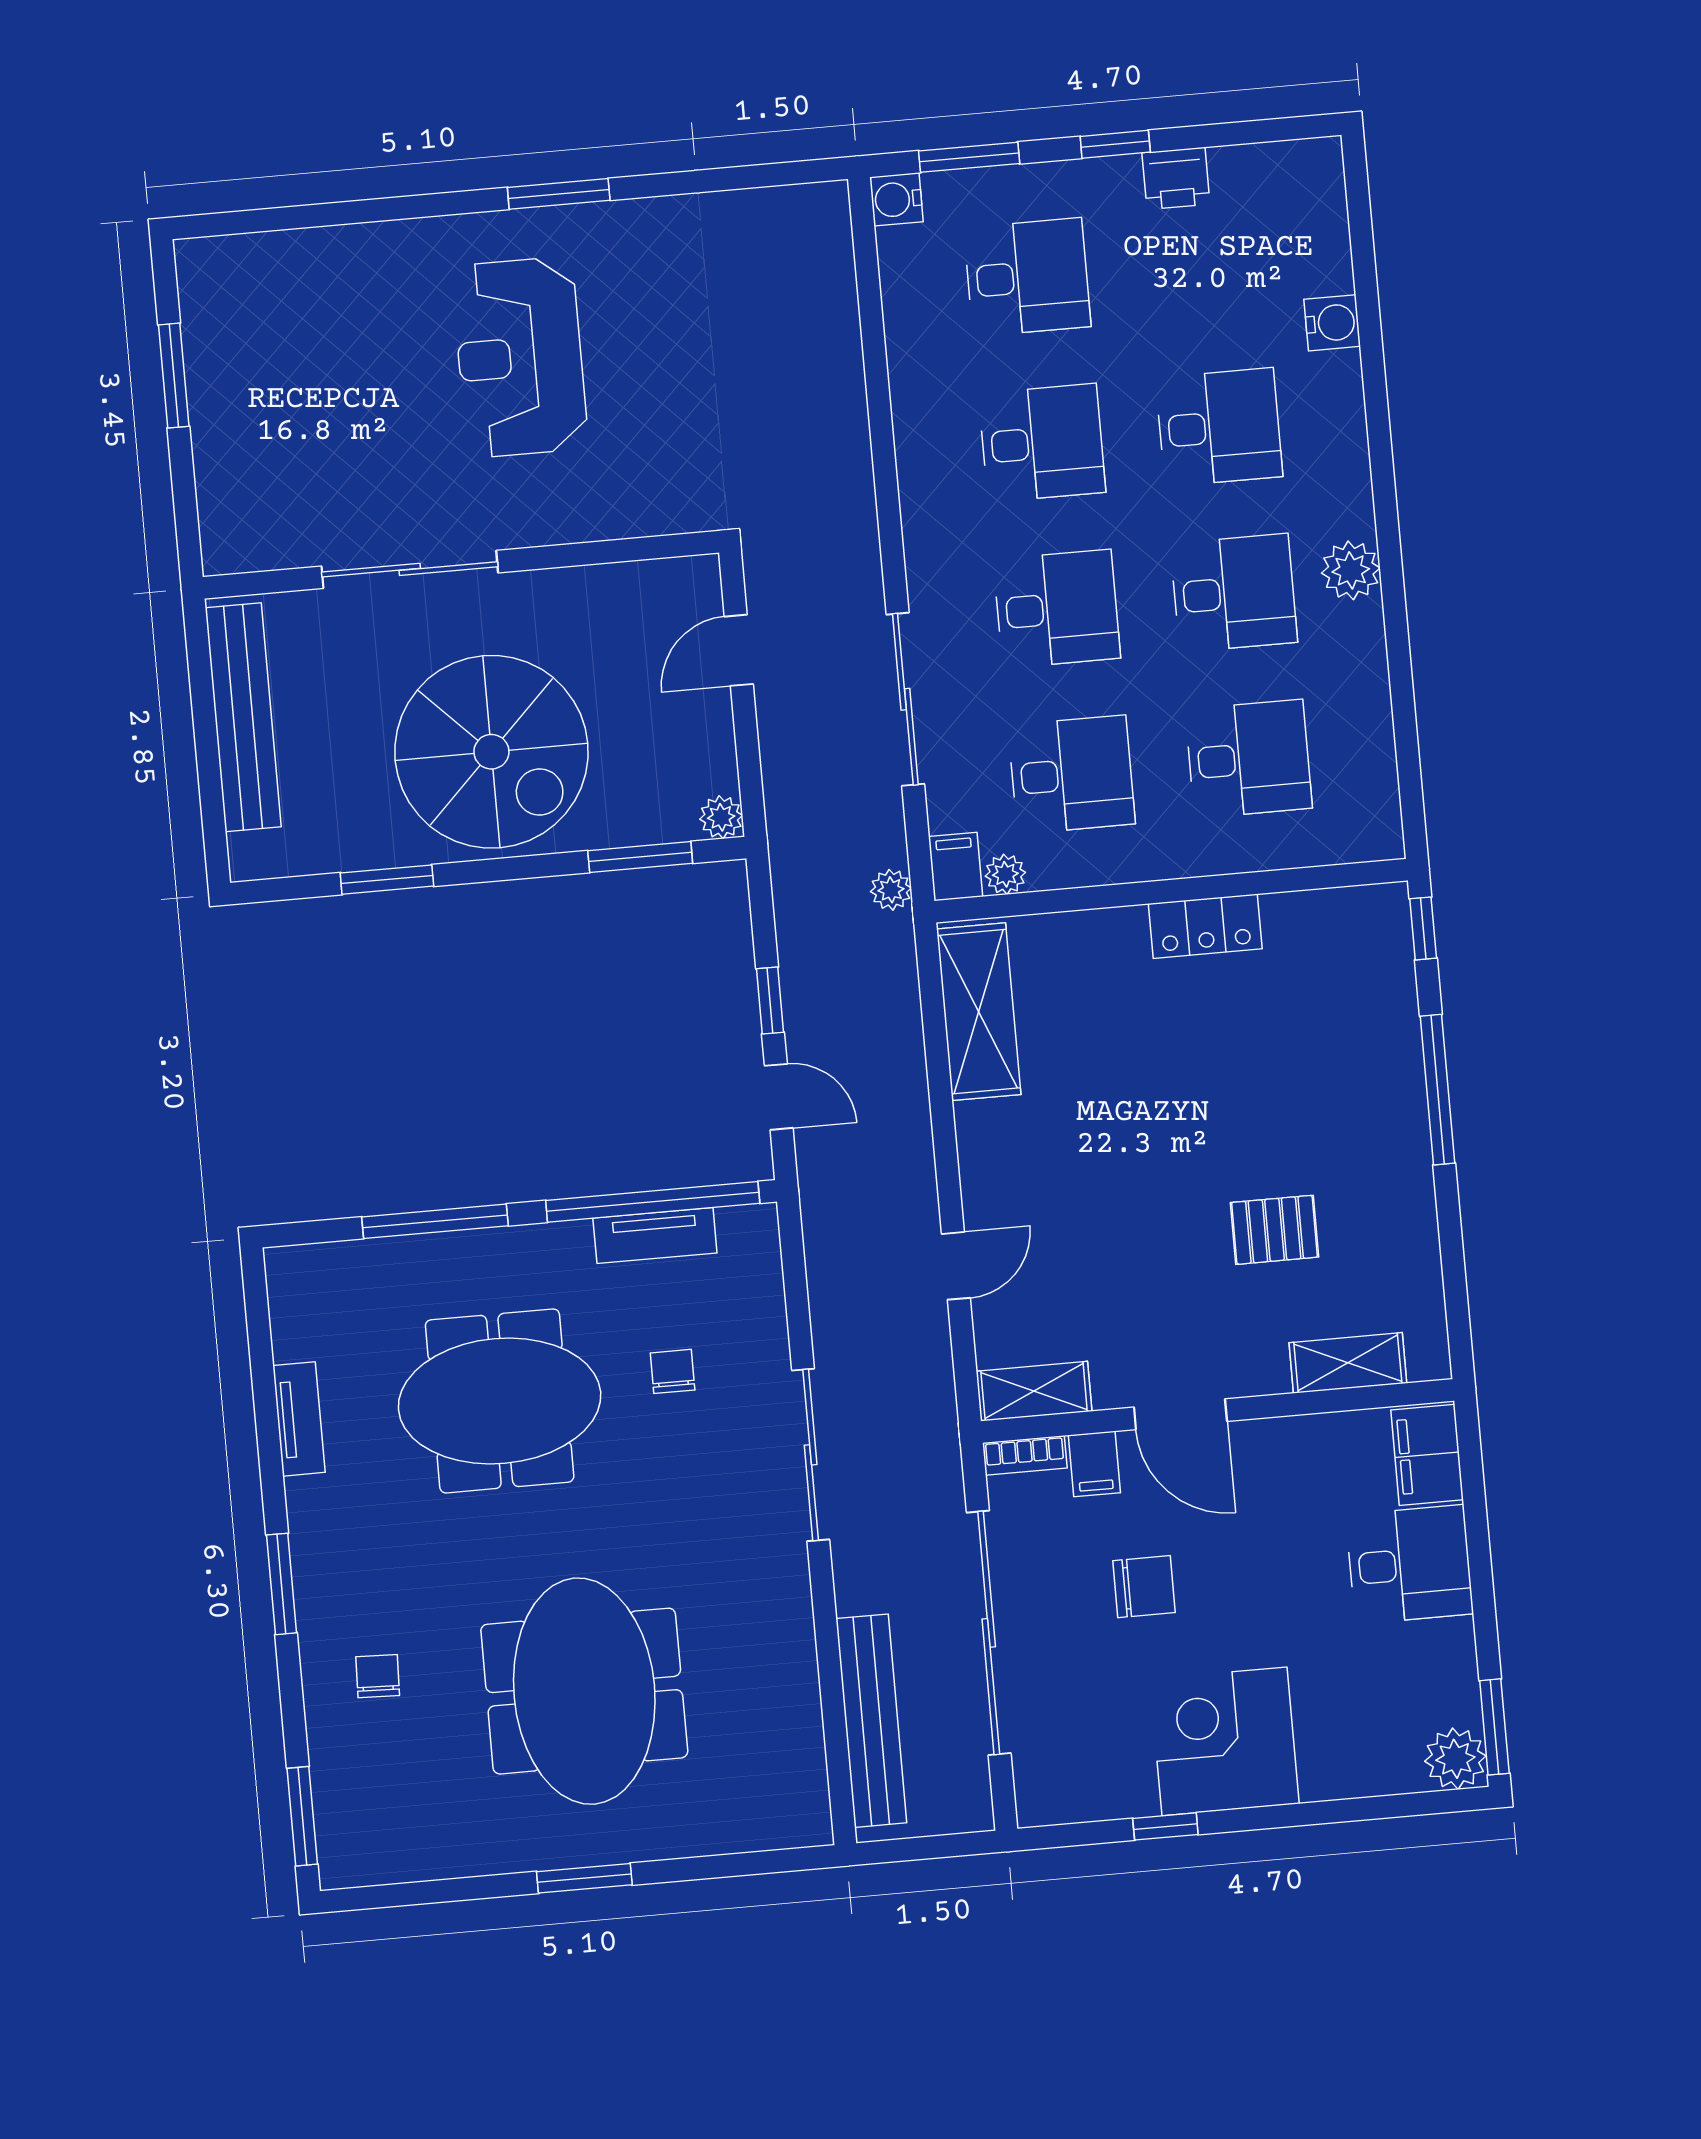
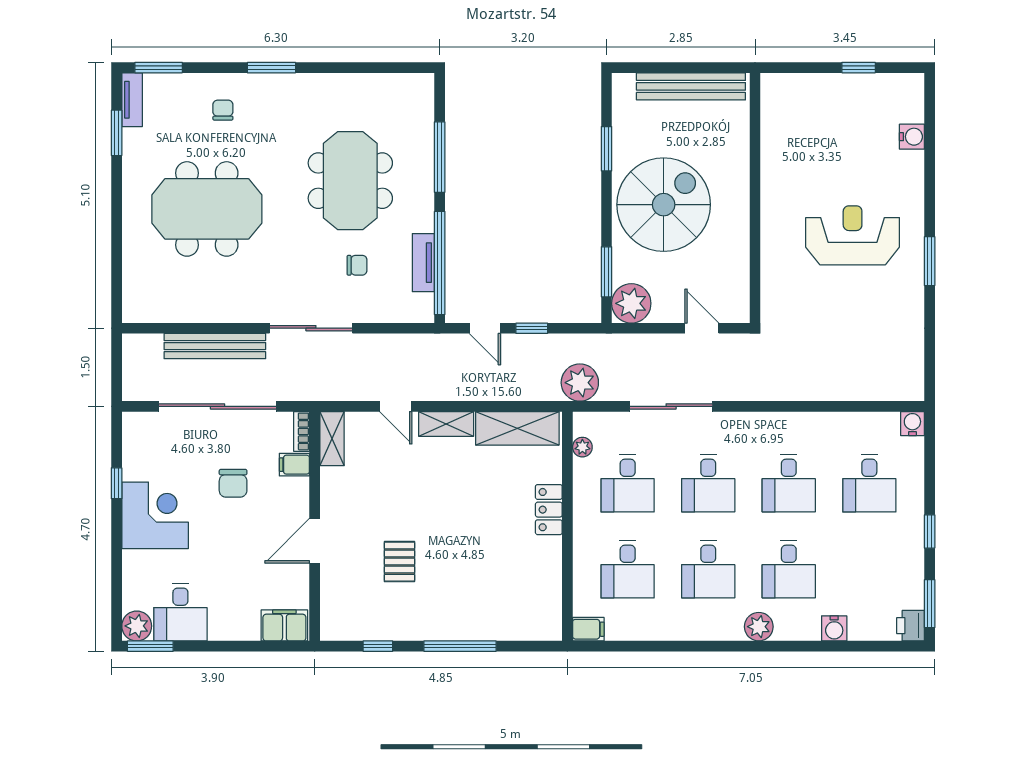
window: (969, 157) -> (930, 604), moved
printer: (1176, 178) -> (911, 626), moved
water cooler: (306, 253) -> (912, 137), added
window: (174, 376) -> (859, 68), width x0.67
sliding door: (410, 569) -> (755, 173), removed
plant: (1351, 570) -> (759, 627), moved
spiral stairs: (491, 752) -> (664, 205), turned 180
plant: (721, 817) -> (631, 303), width x1.88, depth x1.88
filing cabinet: (956, 867) -> (588, 629), moved
plant: (891, 890) -> (580, 383), width x1.87, depth x1.87
locker: (1205, 926) -> (549, 510), moved
window: (1423, 928) -> (378, 646), moved
door: (779, 1097) -> (485, 328), hinge flipped
shelving: (1348, 1363) -> (446, 424), moved, turned 90
door: (1180, 1414) -> (315, 541), moved
tv unit: (299, 1419) -> (132, 100), moved, turned -90
desk: (1409, 1564) -> (180, 612), moved
chair: (378, 1676) -> (223, 110), turned -92
bench: (871, 1721) -> (215, 346), moved
window: (584, 1878) -> (117, 133), moved

